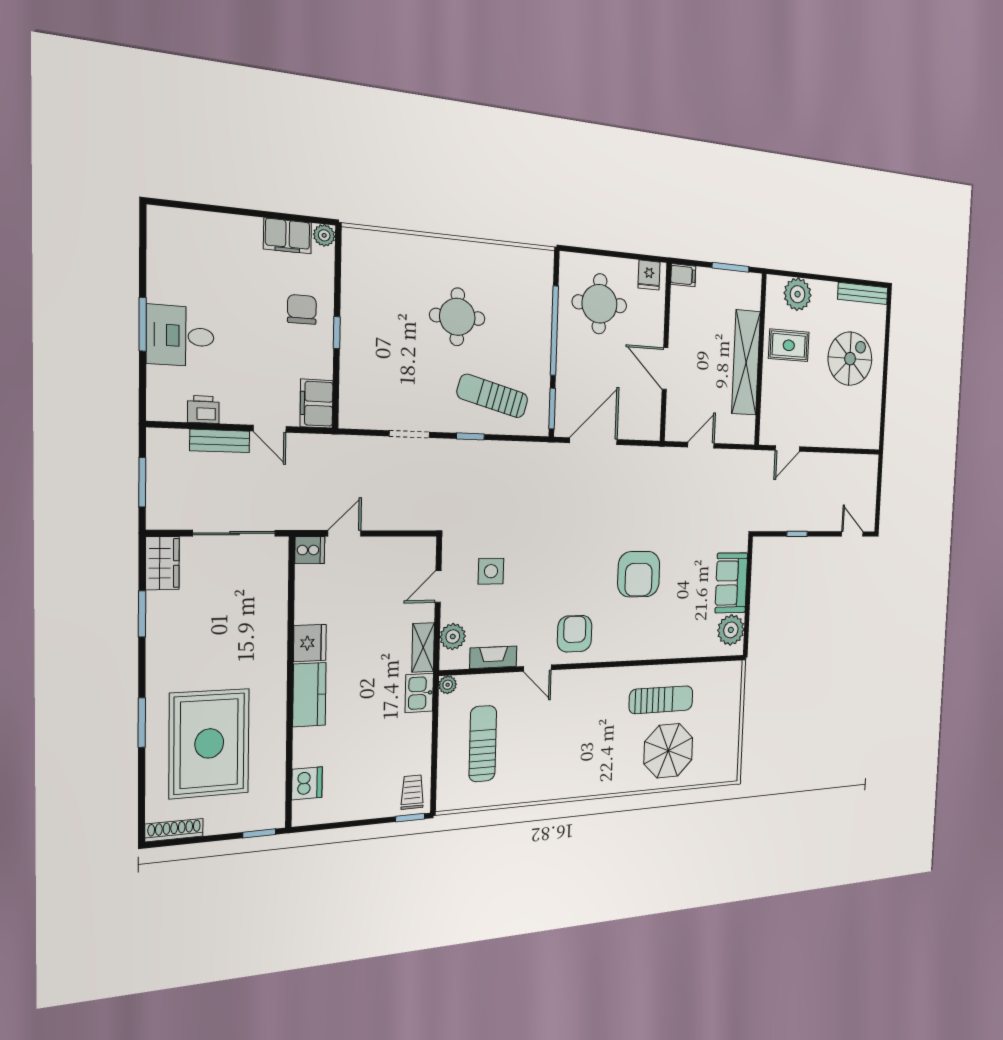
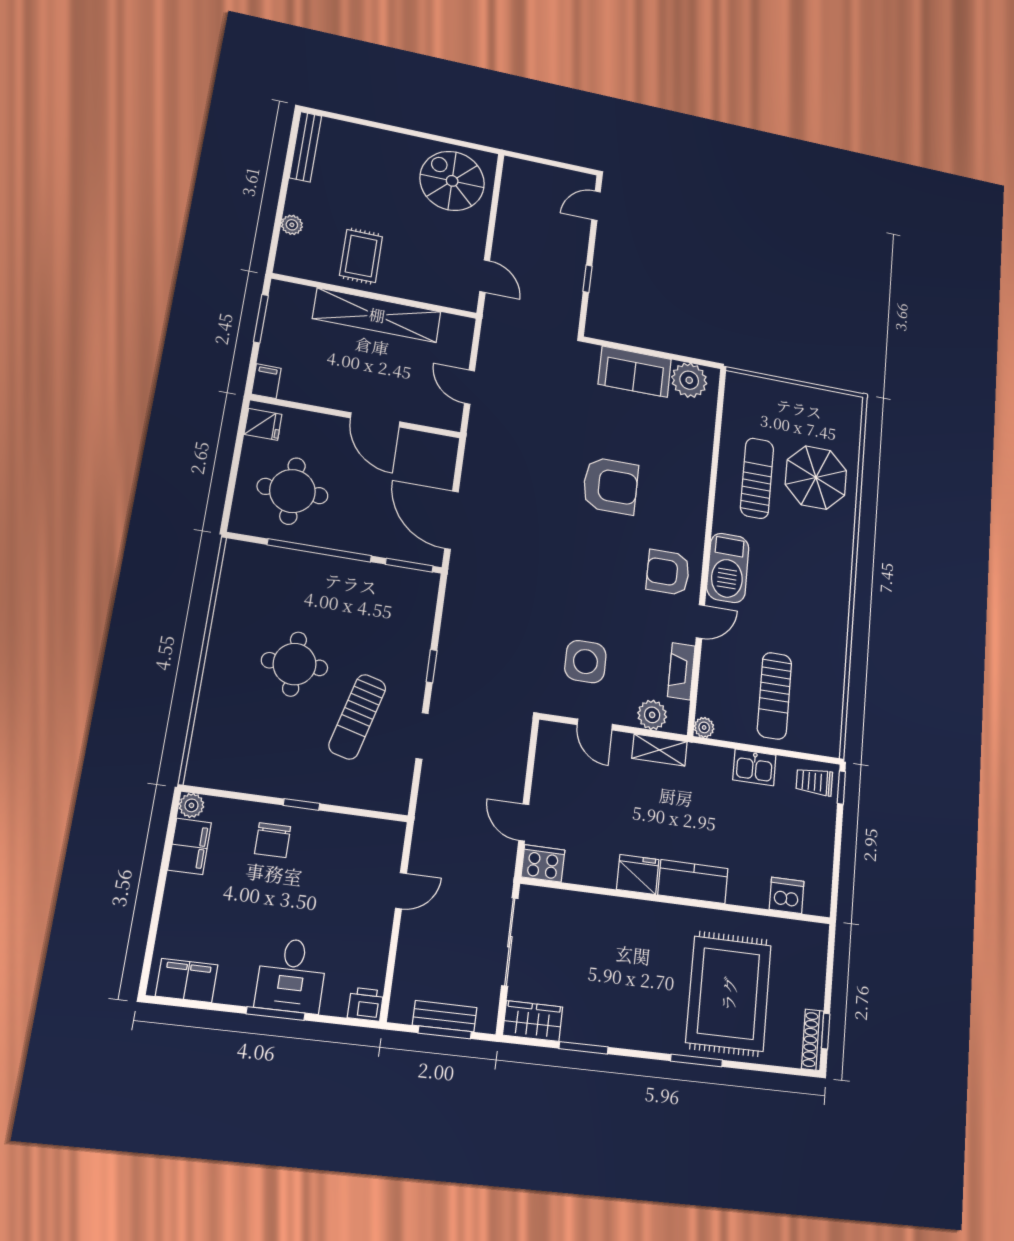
plant: (798, 294) -> (292, 225), width x0.53, depth x0.53
chair: (302, 309) -> (273, 840), turned -90
spiral stairs: (850, 359) -> (452, 181), moved
door: (665, 369) -> (375, 420), hinge flipped
sun lounger: (493, 396) -> (357, 717), moved
filing cabinet: (317, 404) -> (187, 980), moved, turned 180
printer: (203, 409) -> (365, 1004), moved, turned 90
bench: (220, 441) -> (445, 1016), moved, turned 90
cooker: (310, 550) -> (543, 863), width x1.36
side table: (491, 571) -> (585, 662), width x1.37, depth x1.37
barbecue: (585, 686) -> (728, 568), added
kitchen sink: (419, 693) -> (754, 767), moved
rug: (209, 743) -> (729, 994), turned 90
sun lounger: (483, 744) -> (774, 696), turned -90
window: (259, 833) -> (826, 1031), moved

